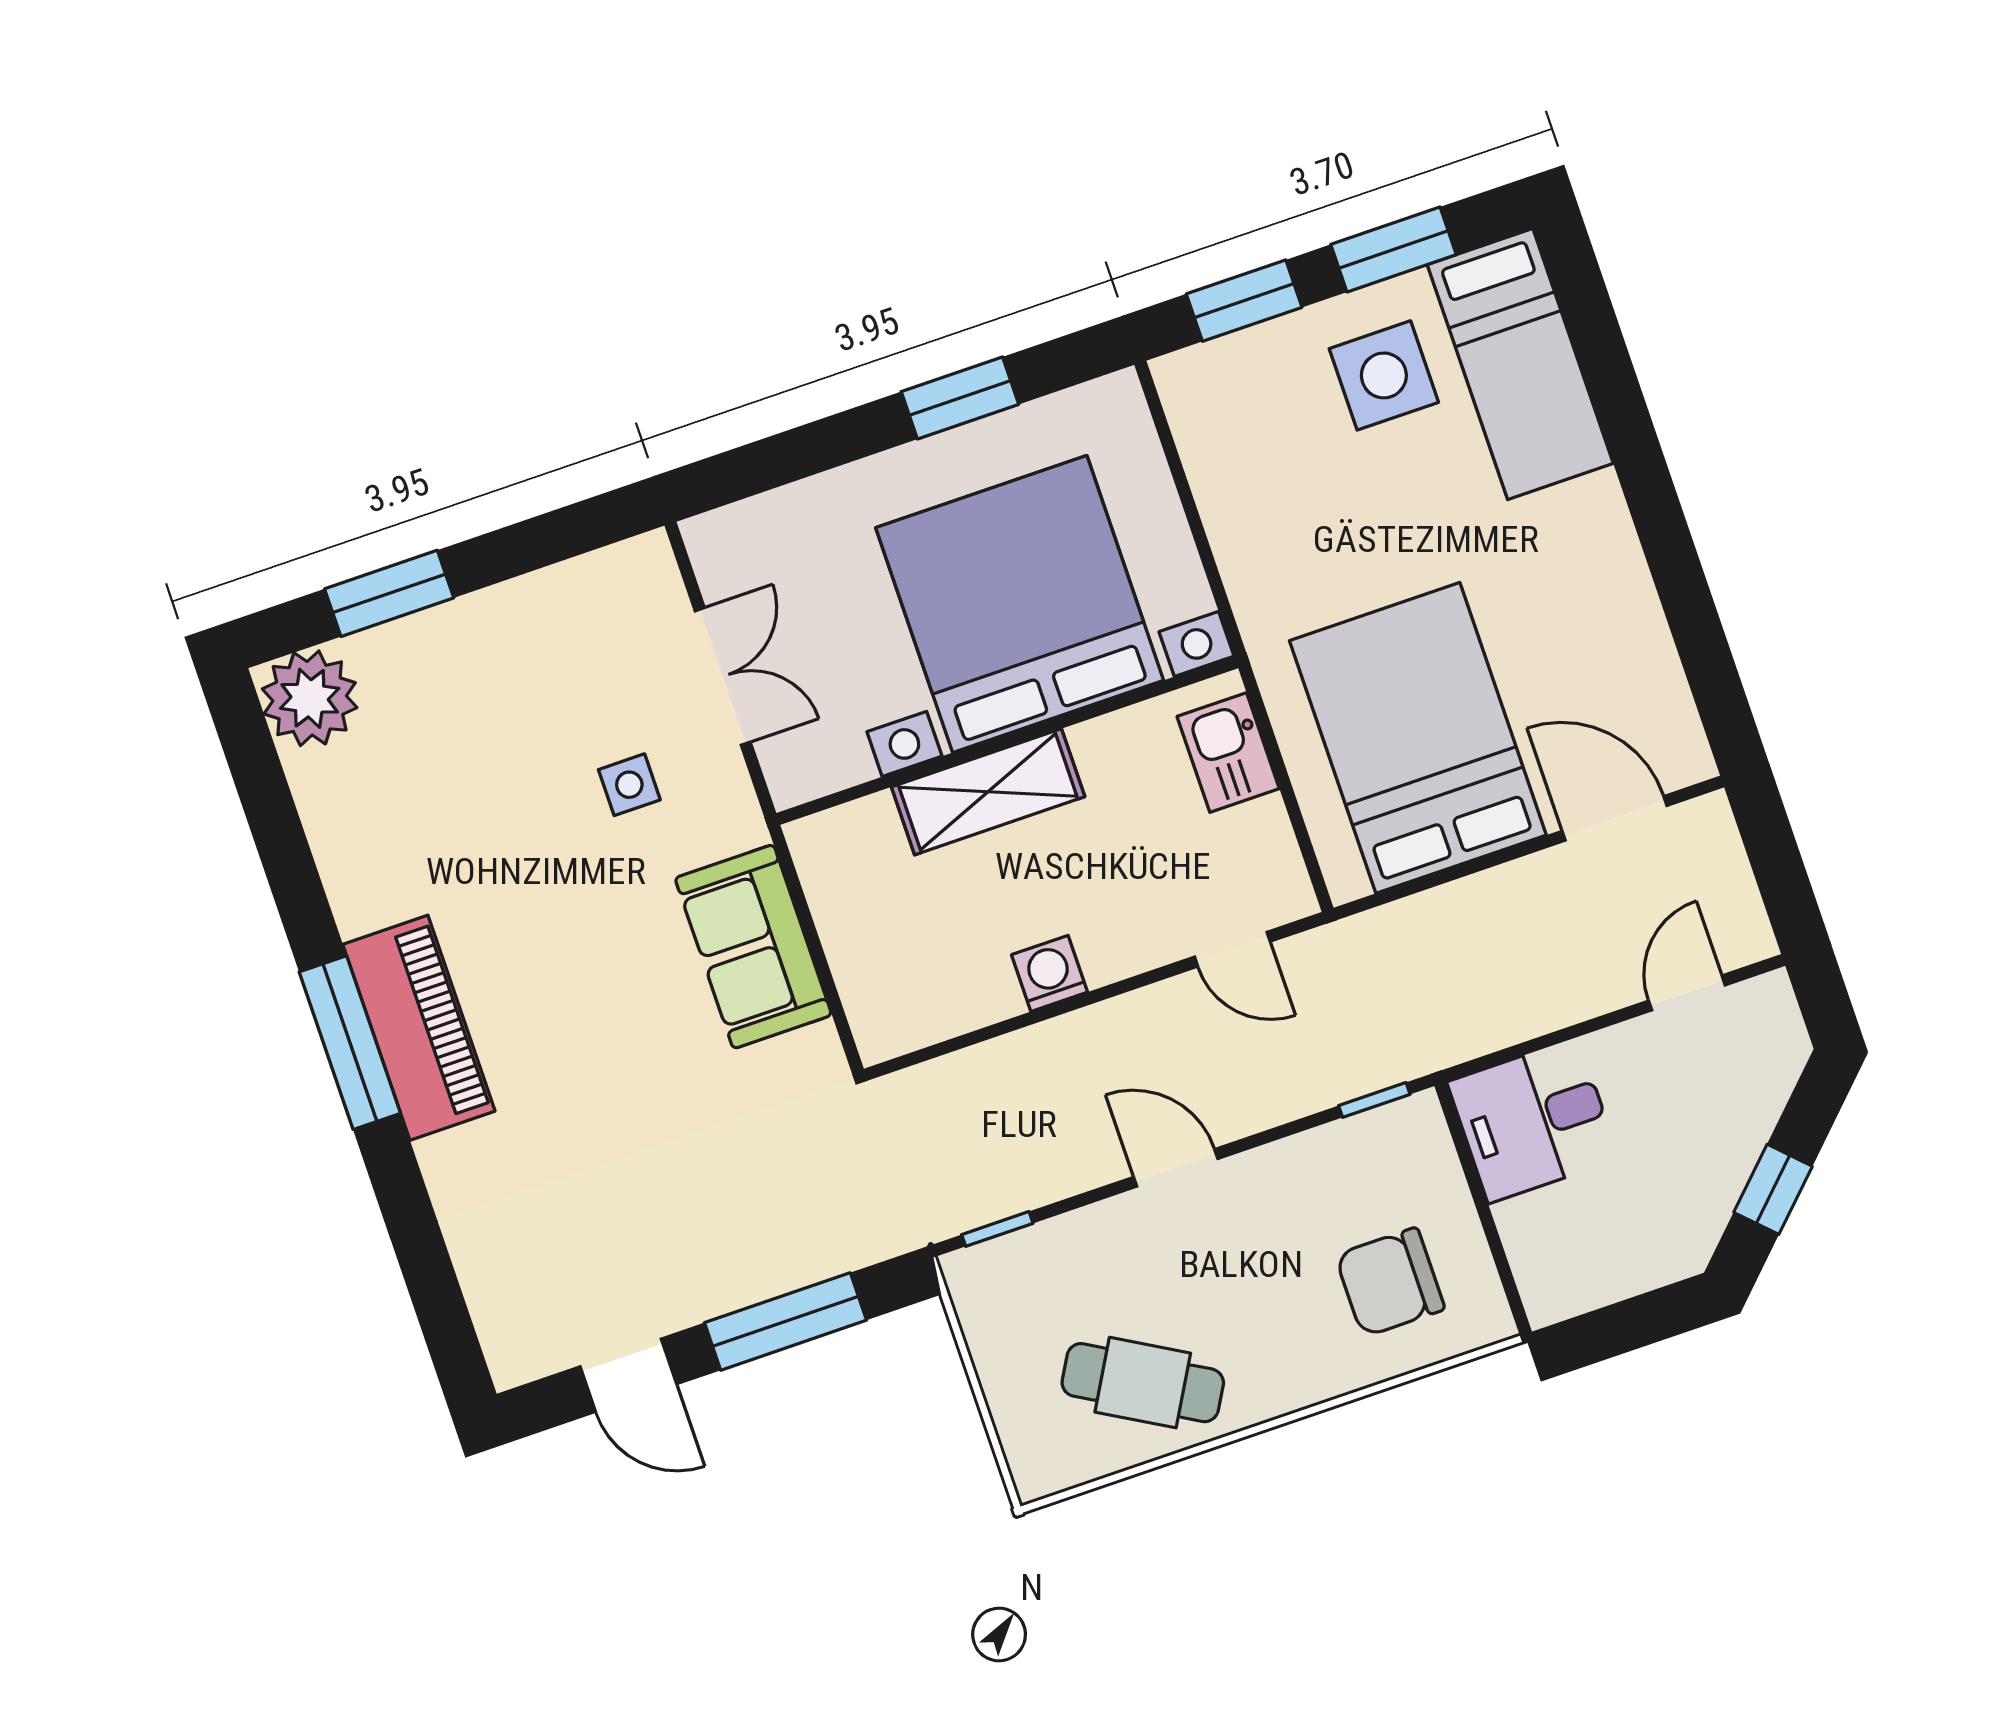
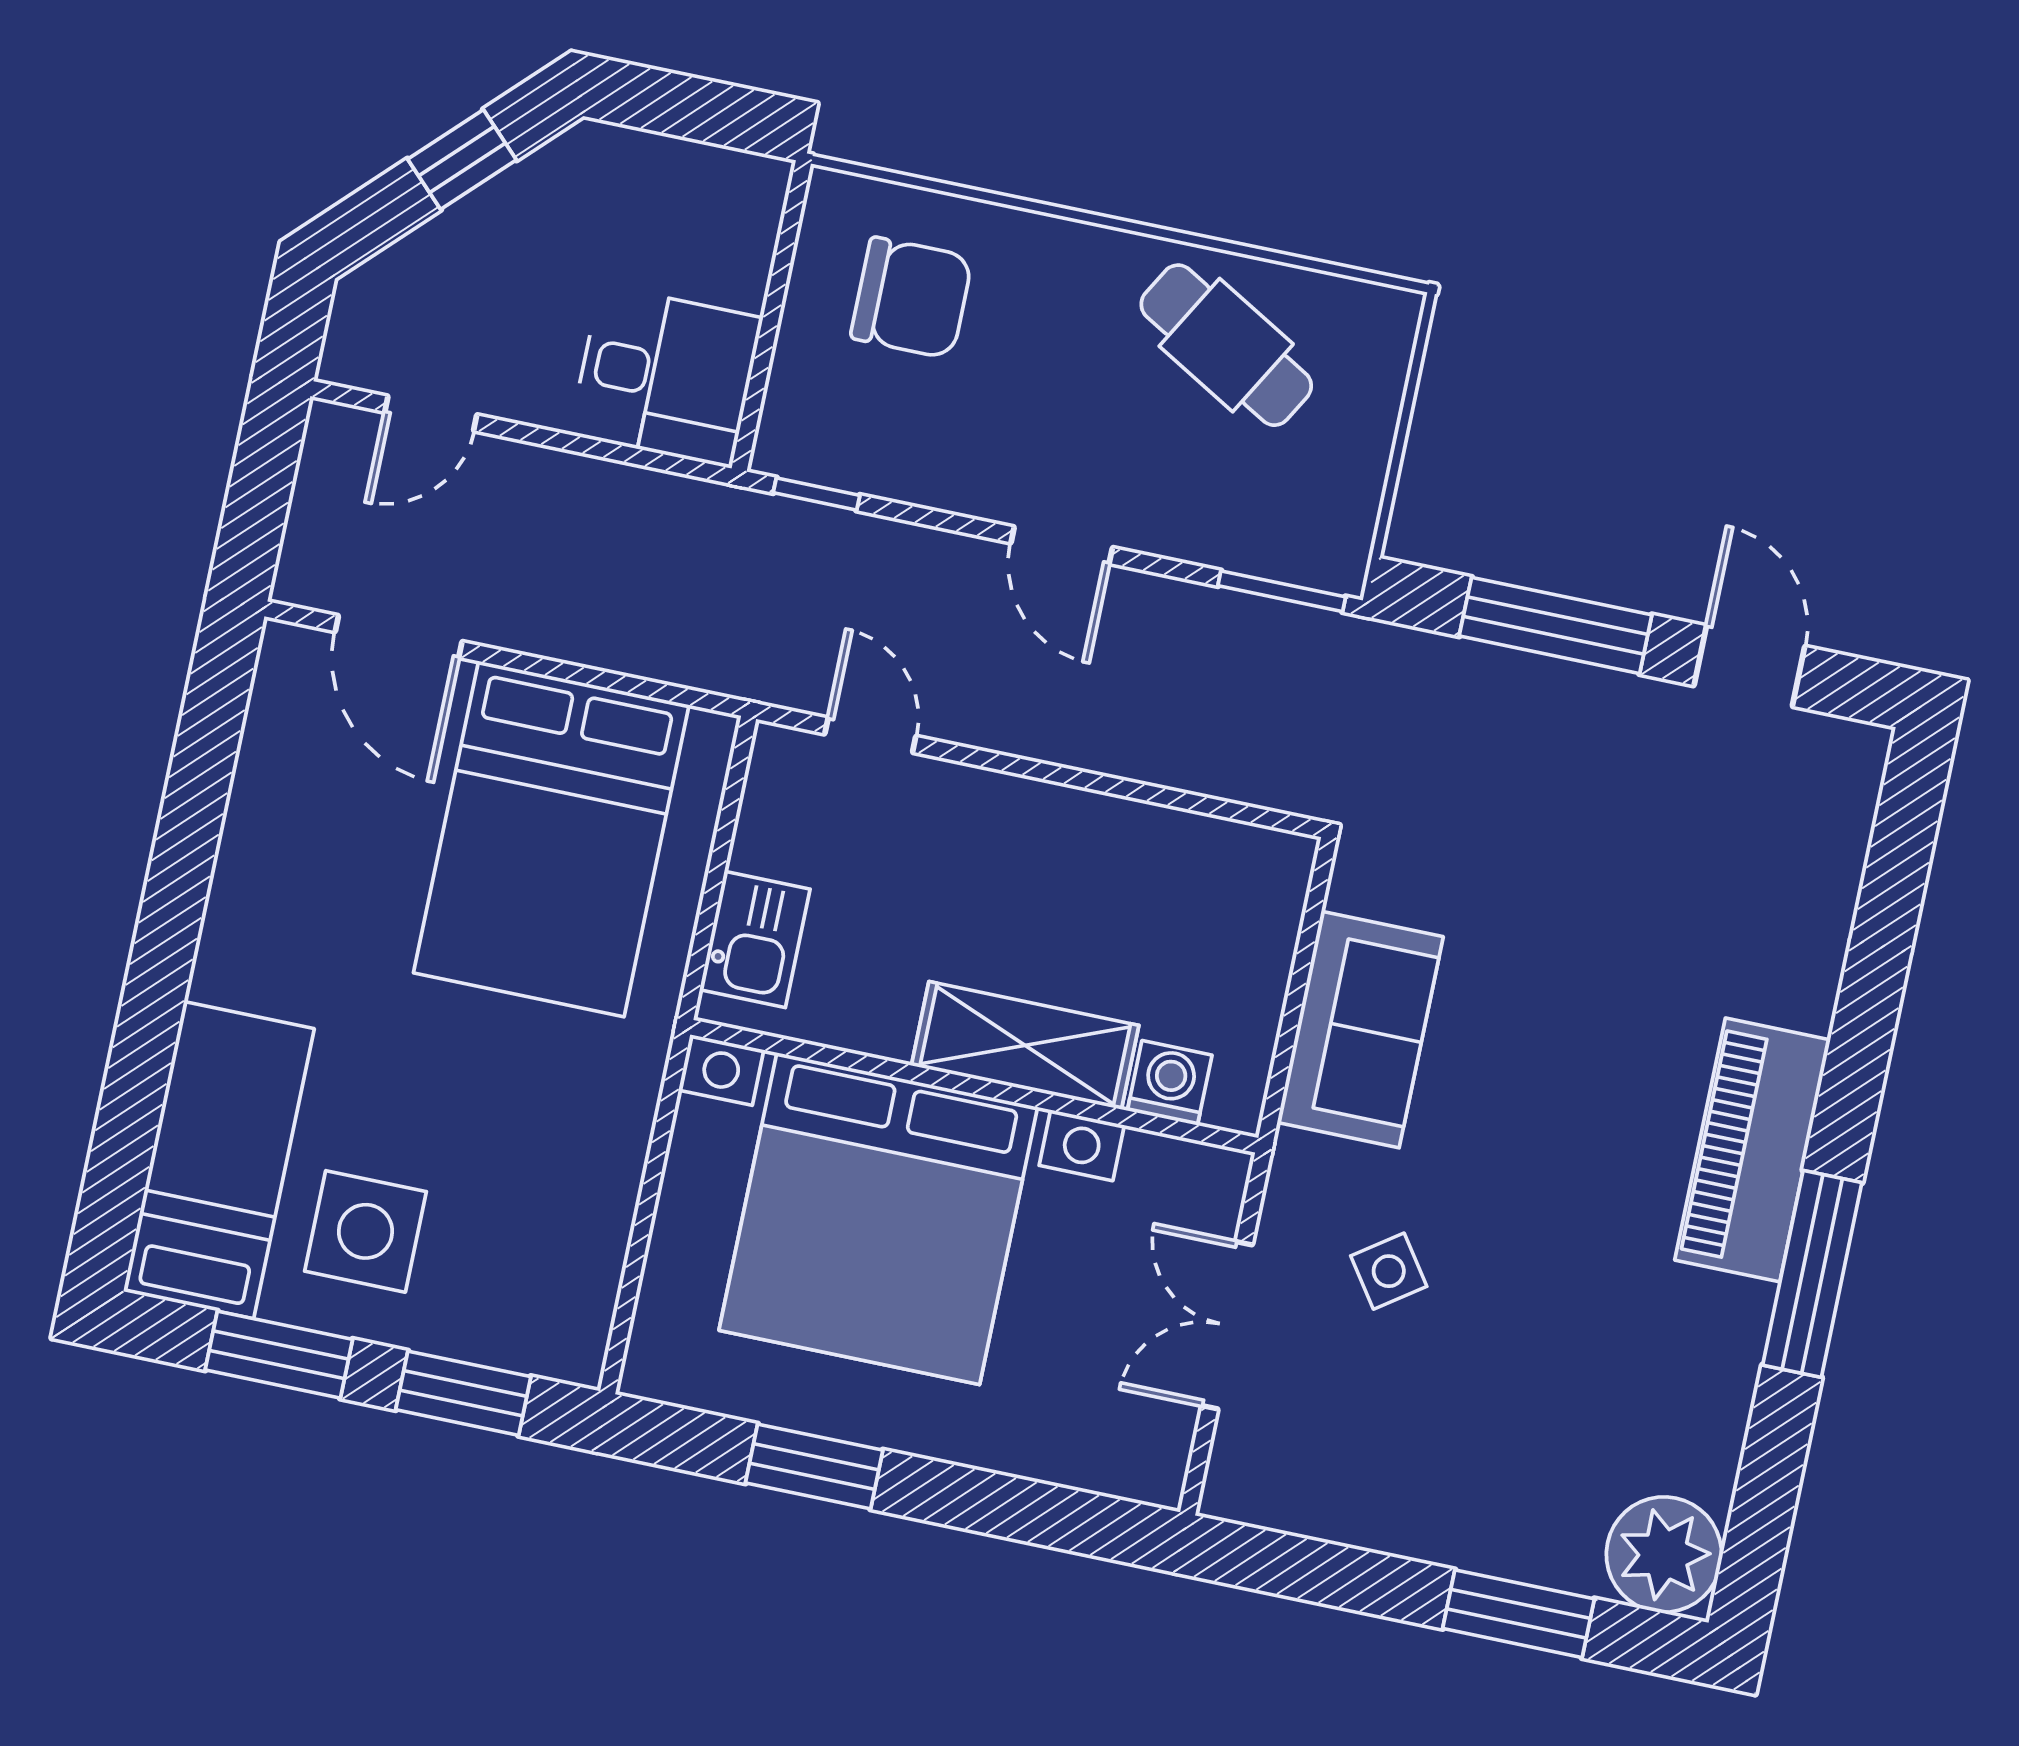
side table: (629, 785) -> (1389, 1271), turned -35
washing machine: (1050, 973) -> (1170, 1083), moved, turned 180
window: (350, 1043) -> (1812, 1274), moved
window: (997, 1229) -> (1282, 591), width x1.50

